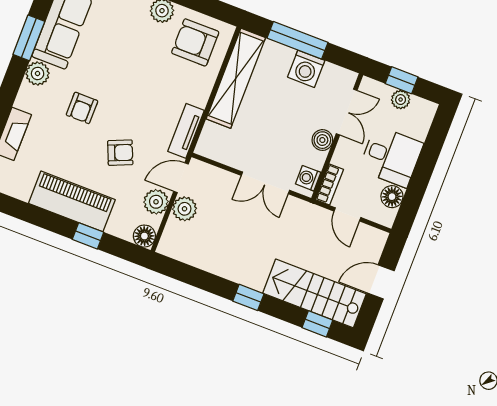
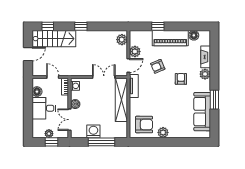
plant: (38, 73) -> (205, 74), moved
shelving: (236, 78) -> (121, 100), moved
double door: (265, 183) -> (104, 77), moved
plant: (185, 209) -> (122, 40), moved
floor lamp: (144, 236) -> (194, 35), moved

